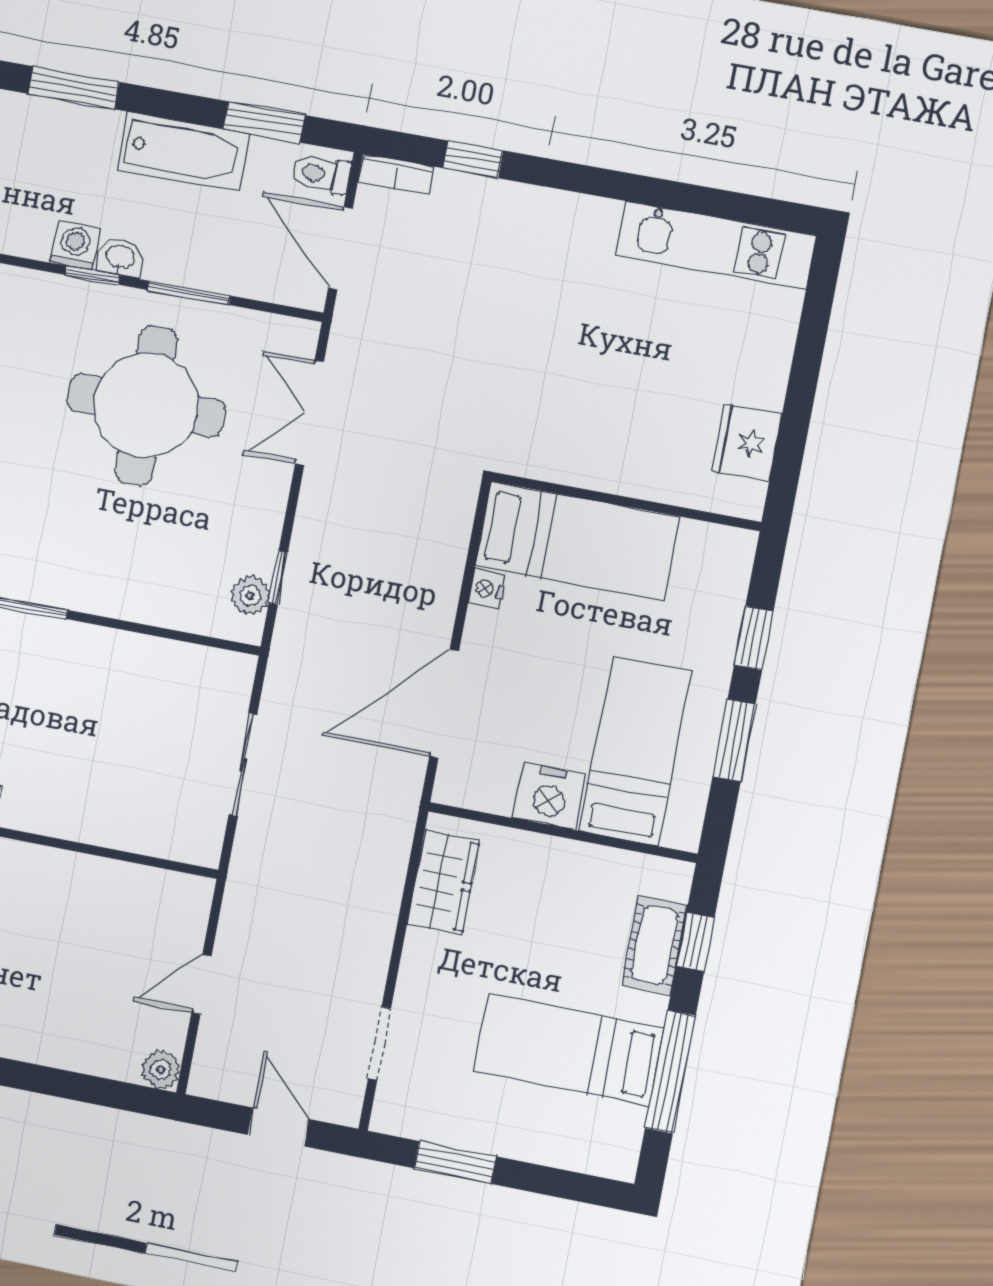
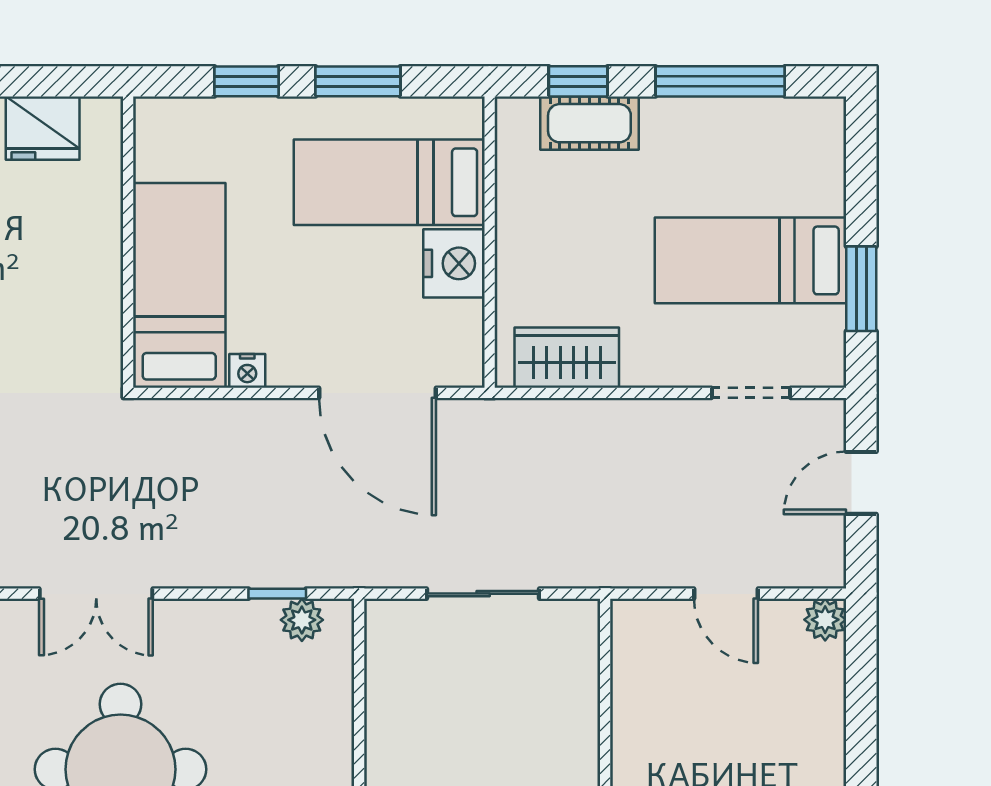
bed: (569, 1050) -> (750, 260), moved, turned 90

